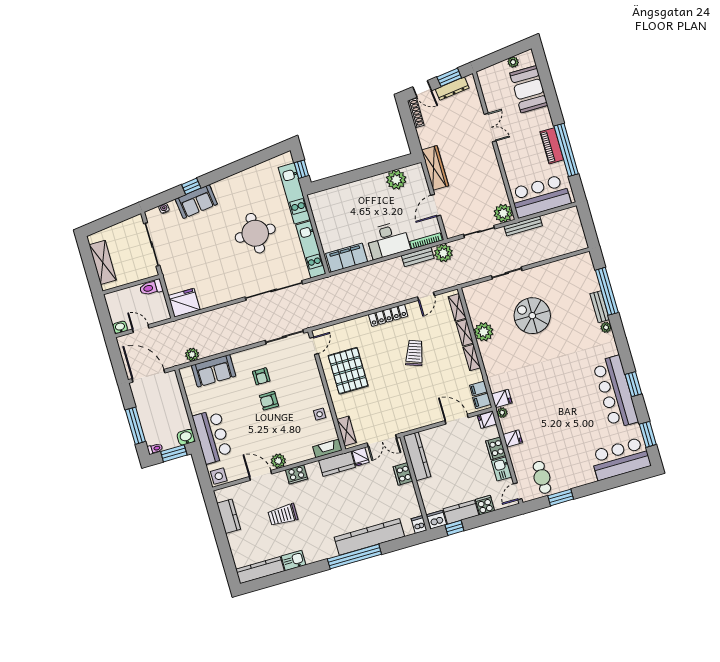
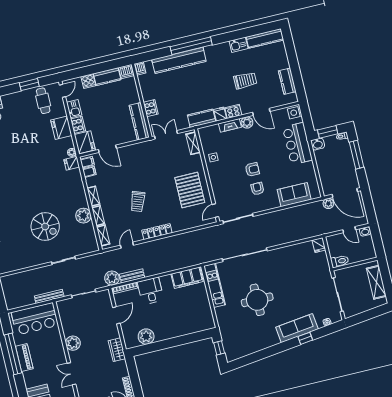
wardrobe: (435, 168) -> (117, 350), width x0.67
kitchen unit: (294, 193) -> (226, 329), removed
sofa: (196, 202) -> (297, 328), width x1.36
plant: (503, 213) -> (73, 343), moved
desk: (388, 240) -> (151, 291), width x0.73
fridge: (184, 303) -> (319, 245), width x0.53, depth x0.75
plant: (192, 355) -> (328, 203), moved
fridge: (487, 420) -> (85, 142), width x1.88, depth x1.34
fridge: (513, 439) -> (61, 128), width x1.88, depth x1.34
fireplace: (327, 448) -> (230, 125), moved
fridge: (360, 457) -> (220, 114), moved
window: (454, 528) -> (113, 65), removed

